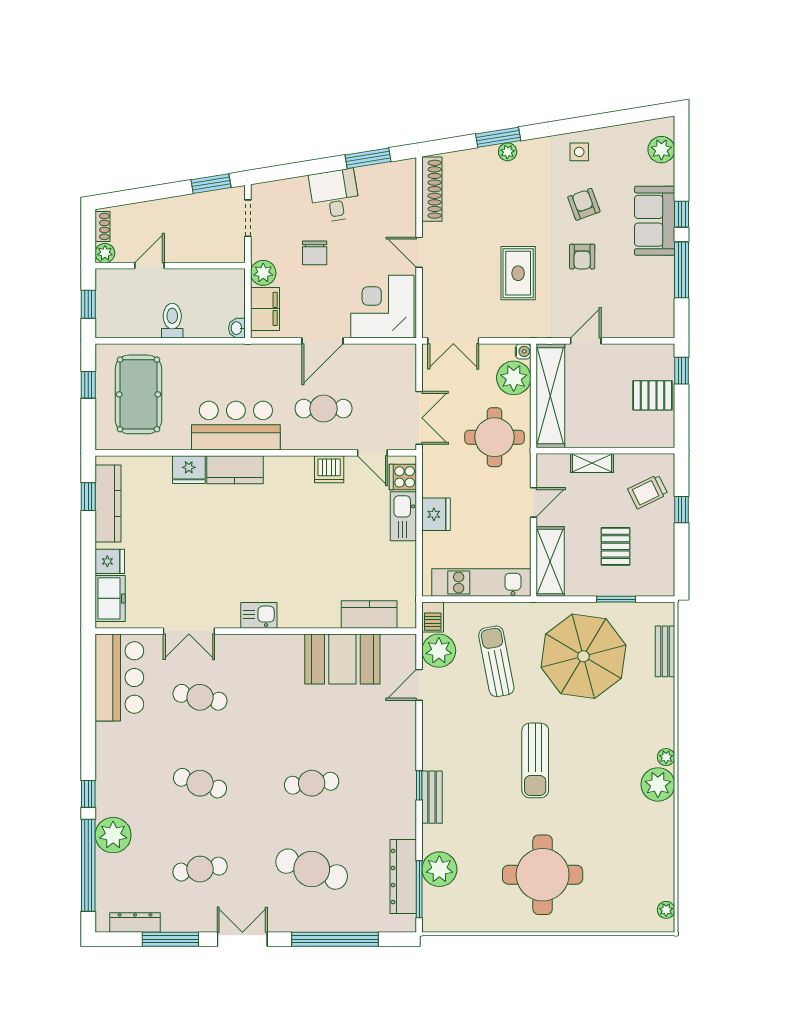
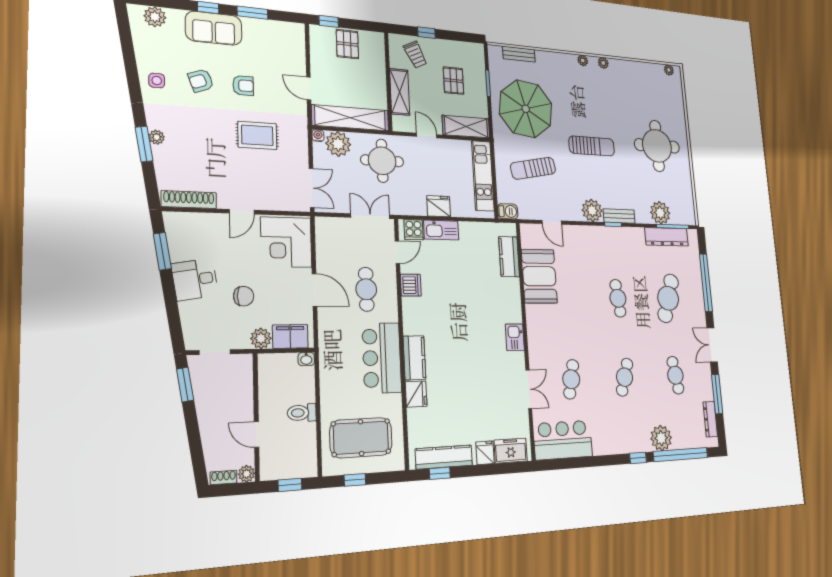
window: (682, 270) -> (253, 13), width x0.69
shelving: (592, 463) -> (400, 92), width x1.50, depth x1.33
pallet: (615, 546) -> (453, 81), turned 90
plant: (439, 651) -> (592, 210), moved
plant: (658, 784) -> (603, 63), width x0.53, depth x0.53

